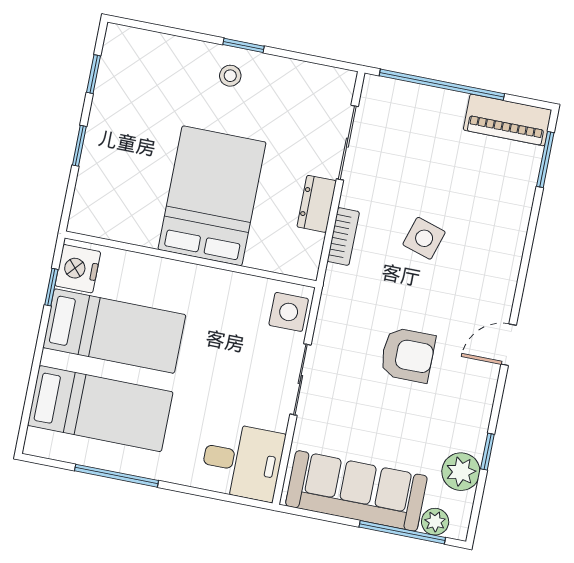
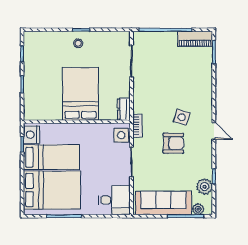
dresser: (317, 204) -> (124, 109), moved
bookcase: (343, 236) -> (137, 126), moved
side table: (424, 238) -> (182, 117), moved
door: (509, 345) -> (214, 131), swing flipped
bed: (100, 409) -> (52, 190), width x1.50

